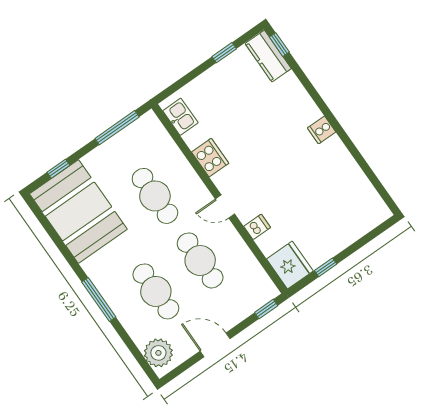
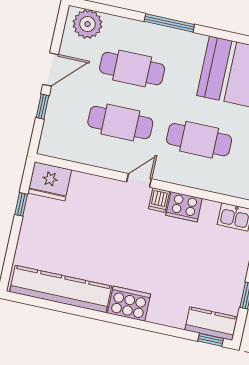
cooker: (322, 130) -> (129, 304), width x1.87, depth x1.31
kitchen counter: (353, 180) -> (61, 289), added
dishwasher: (257, 227) -> (159, 200), moved
window: (266, 309) -> (42, 107), moved

